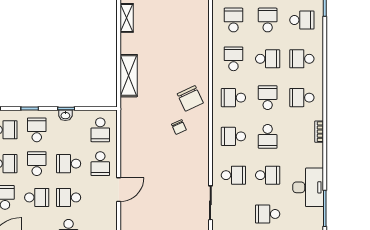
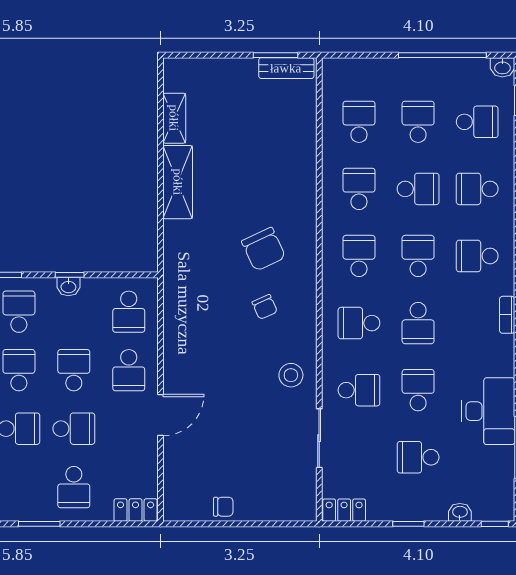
shelving: (129, 76) -> (178, 182), moved
chair: (190, 98) -> (264, 249), moved
school desk: (233, 98) -> (359, 256), turned 90
school desk: (69, 164) -> (74, 370), turned 90
stool: (194, 167) -> (291, 375), added
school desk: (268, 175) -> (418, 390), turned -90
school desk: (69, 197) -> (74, 429), turned 180

